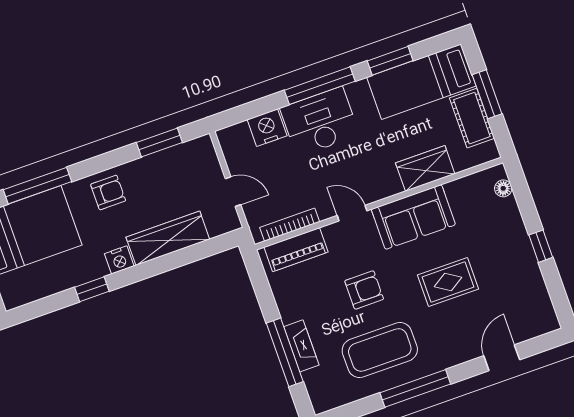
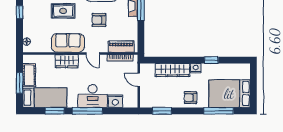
wardrobe: (425, 168) -> (67, 61), moved

